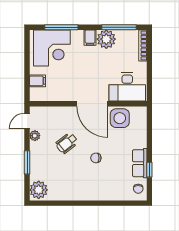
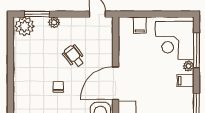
plant: (106, 39) -> (189, 66), moved, width x0.53, depth x0.53
plant: (35, 136) -> (54, 22), moved
window: (27, 162) -> (37, 14), moved

